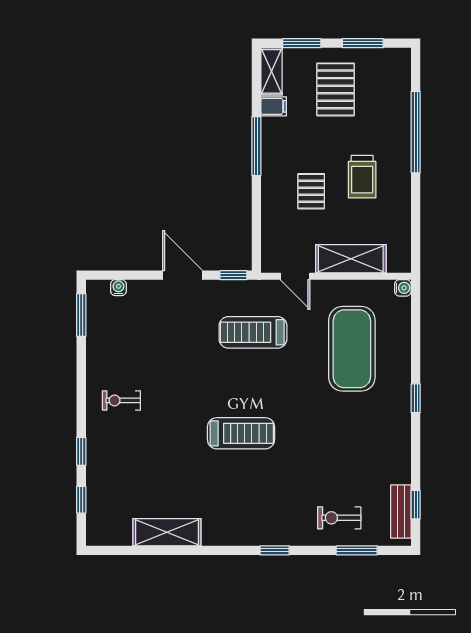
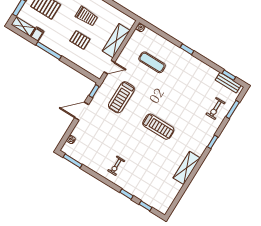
exercise mat: (352, 349) -> (152, 62), width x0.50, depth x0.69
treadmill: (241, 433) -> (158, 127), turned 90
shelving: (167, 532) -> (187, 168), moved

